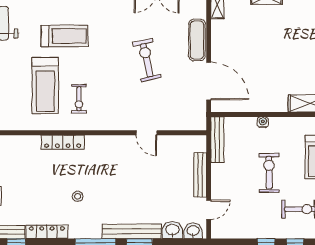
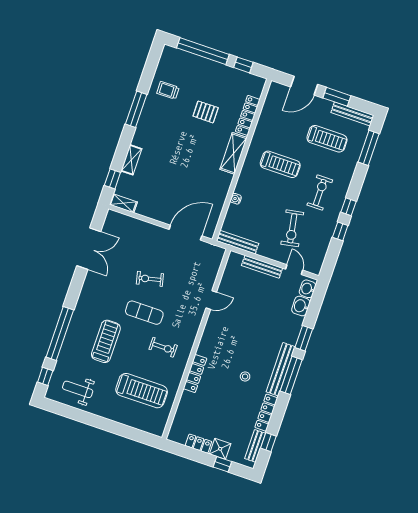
exercise mat: (197, 40) -> (144, 313), moved
exercise bike: (147, 60) -> (150, 279), width x0.73, depth x0.72
treadmill: (45, 86) -> (142, 391), moved
exercise bike: (269, 173) -> (292, 228), moved, turned -100
bench: (132, 231) -> (281, 369), moved

